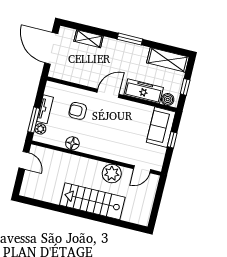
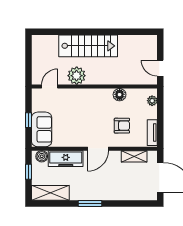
shelving: (89, 39) -> (134, 156), moved
tv unit: (45, 109) -> (152, 133), moved
window: (34, 120) -> (160, 107), removed

